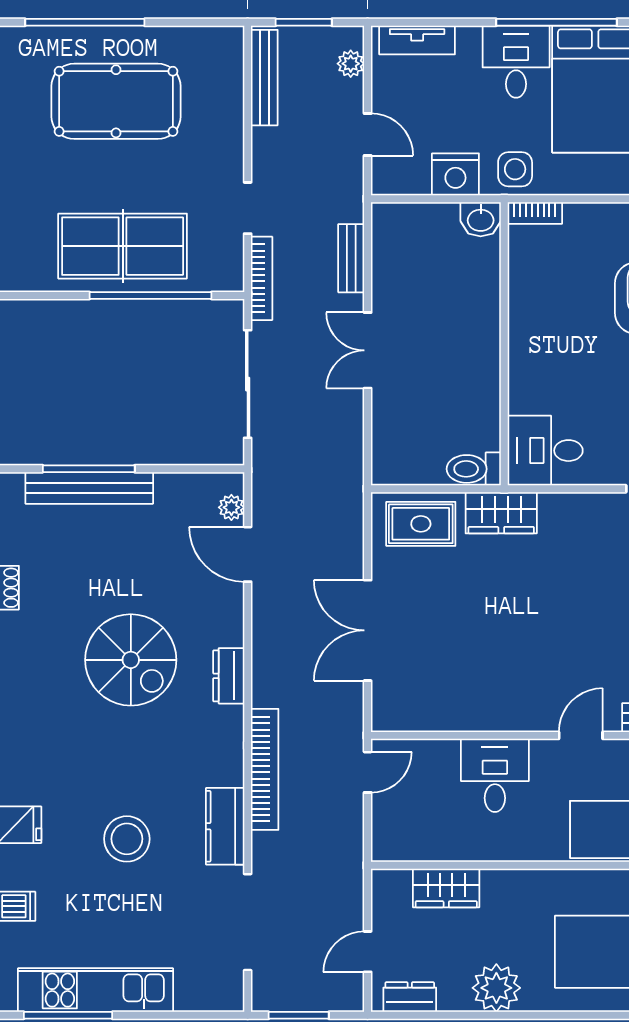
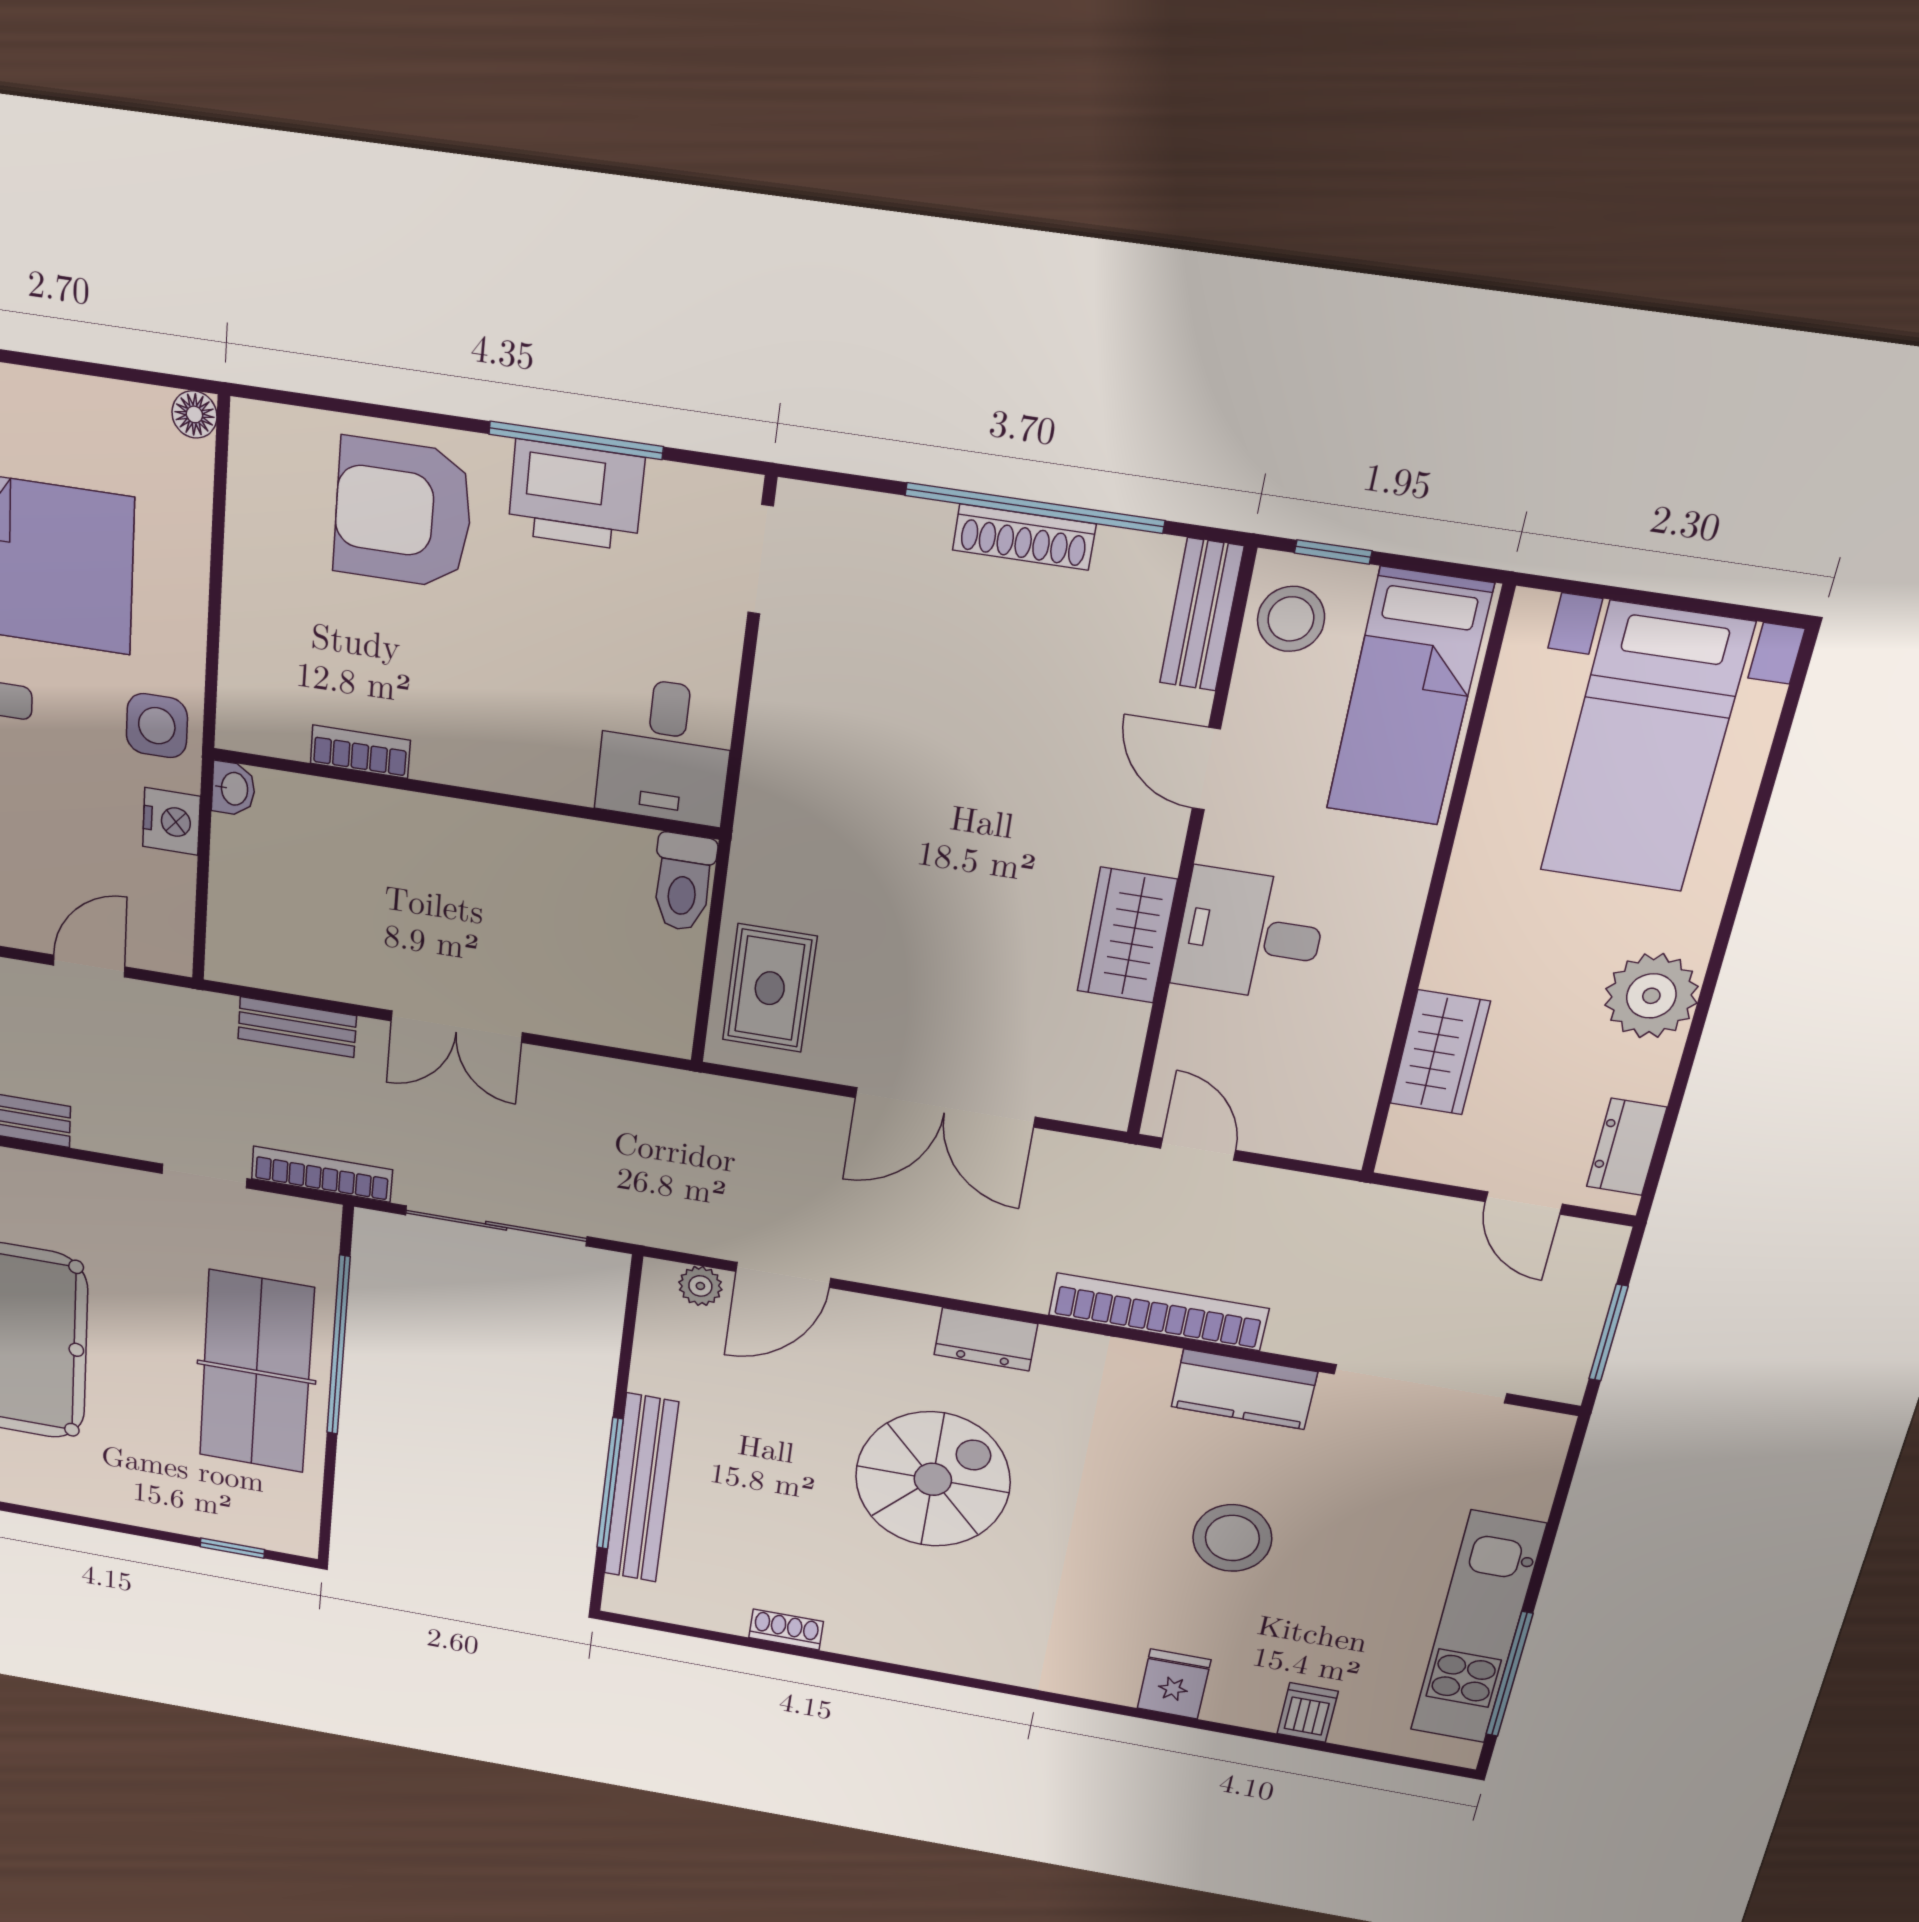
nightstand: (455, 174) -> (171, 821), width x0.74, depth x0.75
bookcase: (535, 213) -> (360, 752), moved, turned -90
washbasin: (481, 219) -> (233, 789), width x0.72, depth x0.69
wardrobe: (501, 513) -> (1127, 935), moved, turned 180

